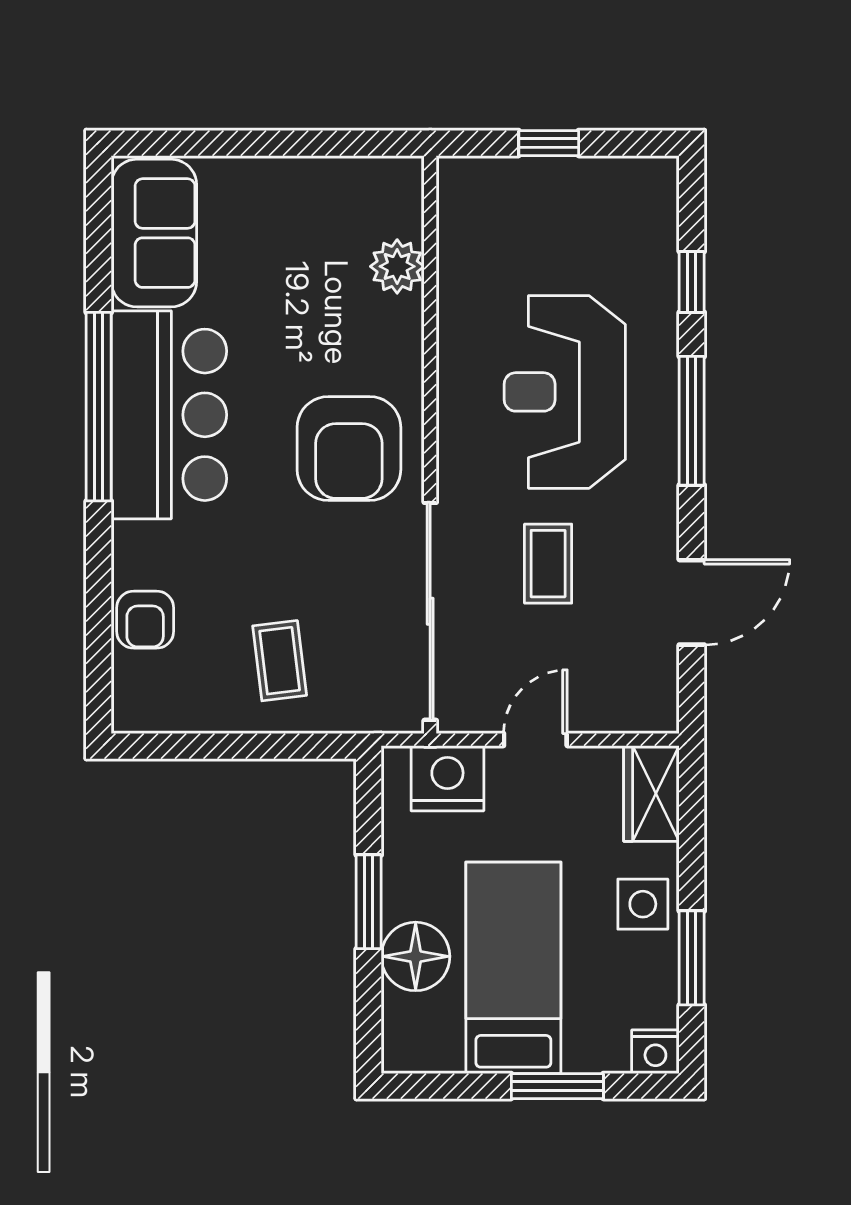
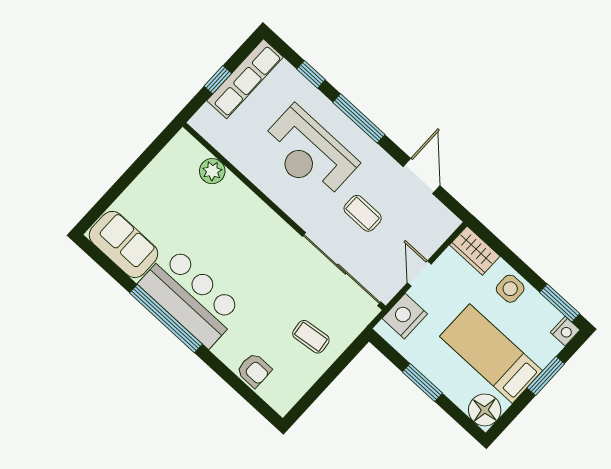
row of seats: (590, 185) -> (245, 79), added
armchair: (349, 448) -> (260, 246), removed
floor lamp: (416, 956) -> (485, 410), moved
window: (692, 958) -> (560, 303), moved

